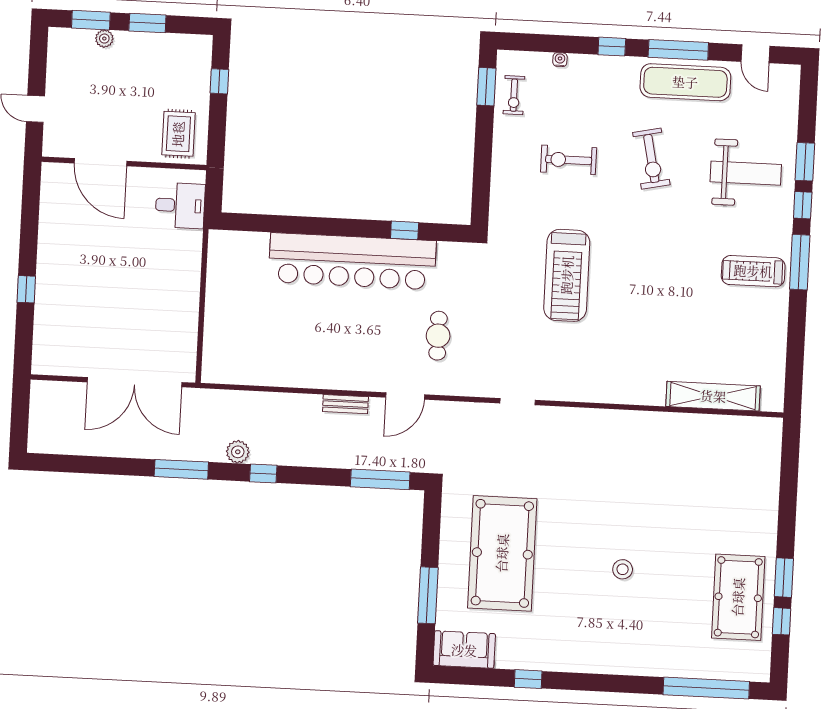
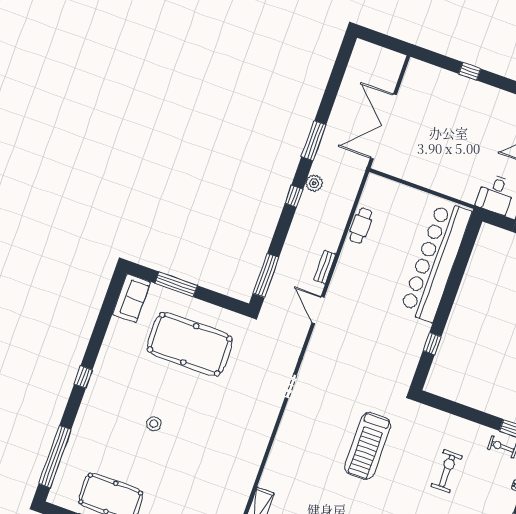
bar counter: (352, 261) -> (436, 261), moved
treadmill: (567, 275) -> (368, 446), turned -90
cafe table: (438, 336) -> (361, 226), moved, turned 90
window: (528, 679) -> (83, 377), moved

